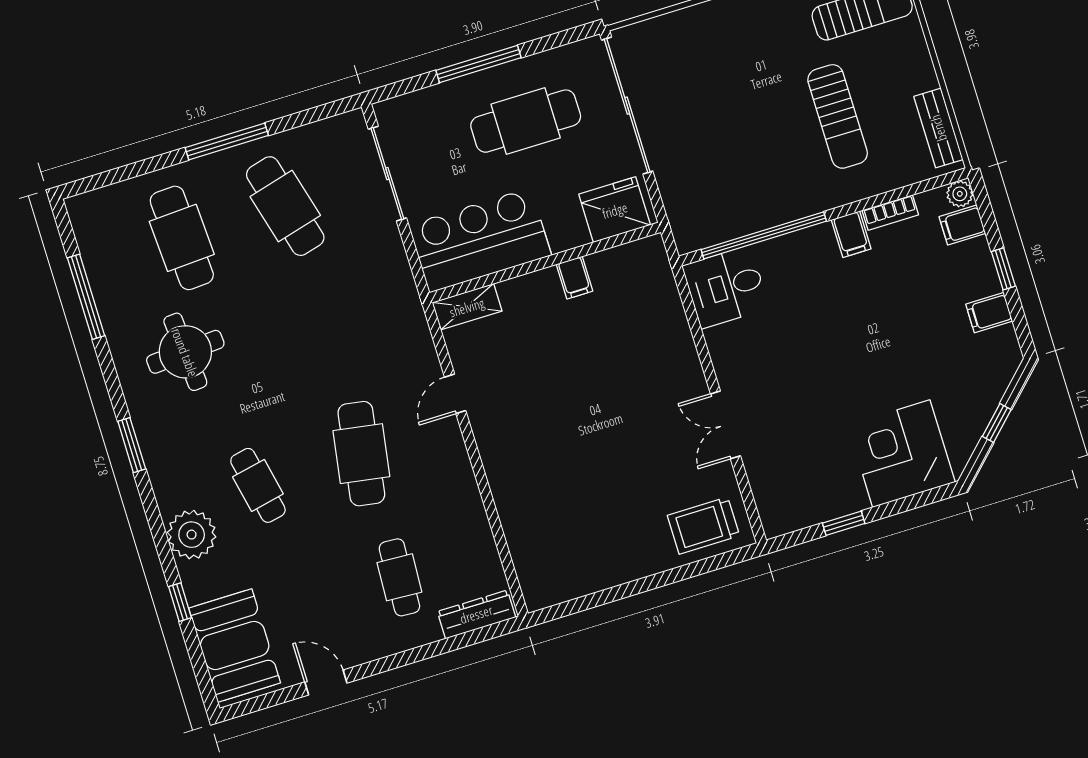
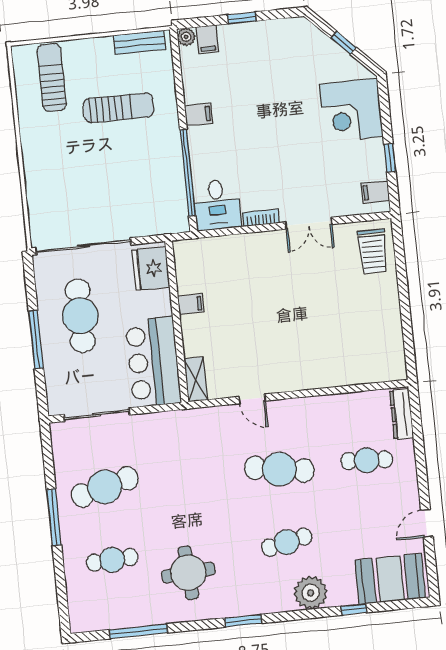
bookcase: (890, 212) -> (261, 218), moved, turned -90
cafe table: (182, 238) -> (112, 560), width x0.73, depth x0.74
filing cabinet: (989, 313) -> (375, 192), moved, turned 90

